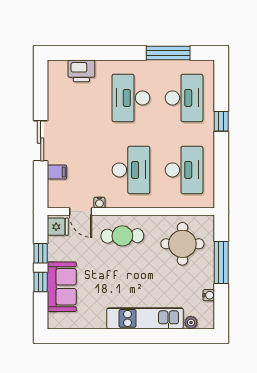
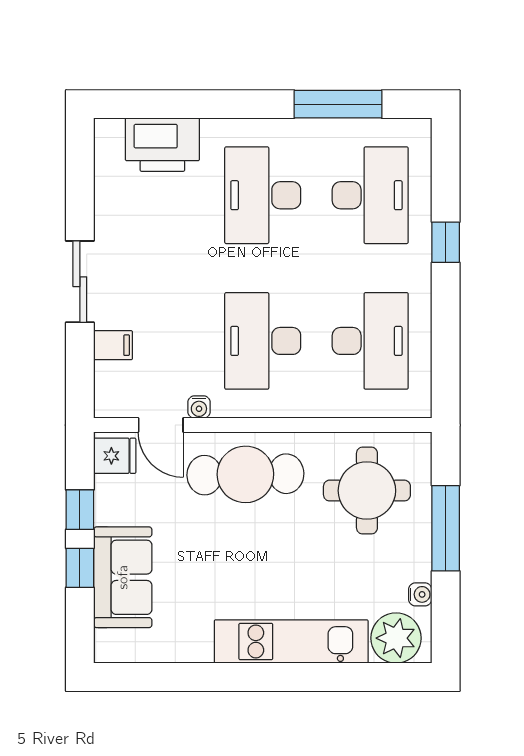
printer: (81, 71) -> (162, 145), width x1.37, depth x1.19
desk: (131, 170) -> (263, 341), turned 180
cafe table: (122, 236) -> (245, 474), width x1.37, depth x1.35
plant: (191, 323) -> (396, 638), width x1.88, depth x1.88

